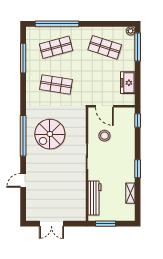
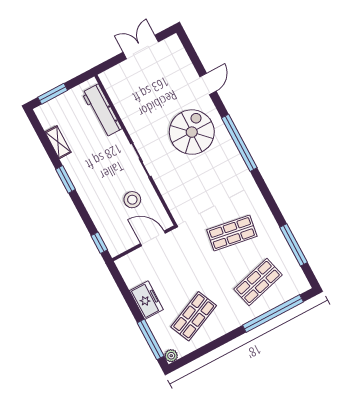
shop shelf: (105, 47) -> (194, 316), turned -42
freezer: (128, 83) -> (146, 300), moved
spiral stairs: (50, 134) -> (192, 132), moved
window: (106, 224) -> (53, 94), moved

